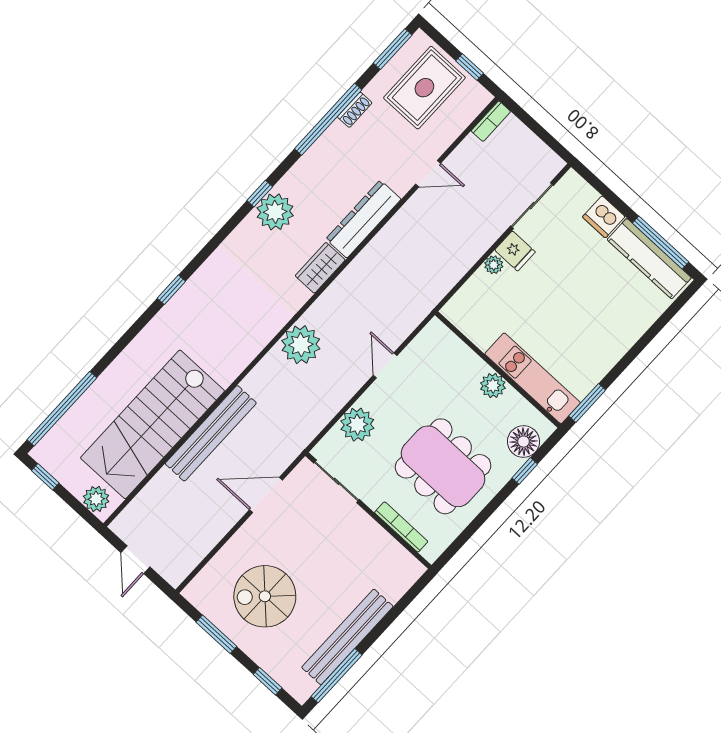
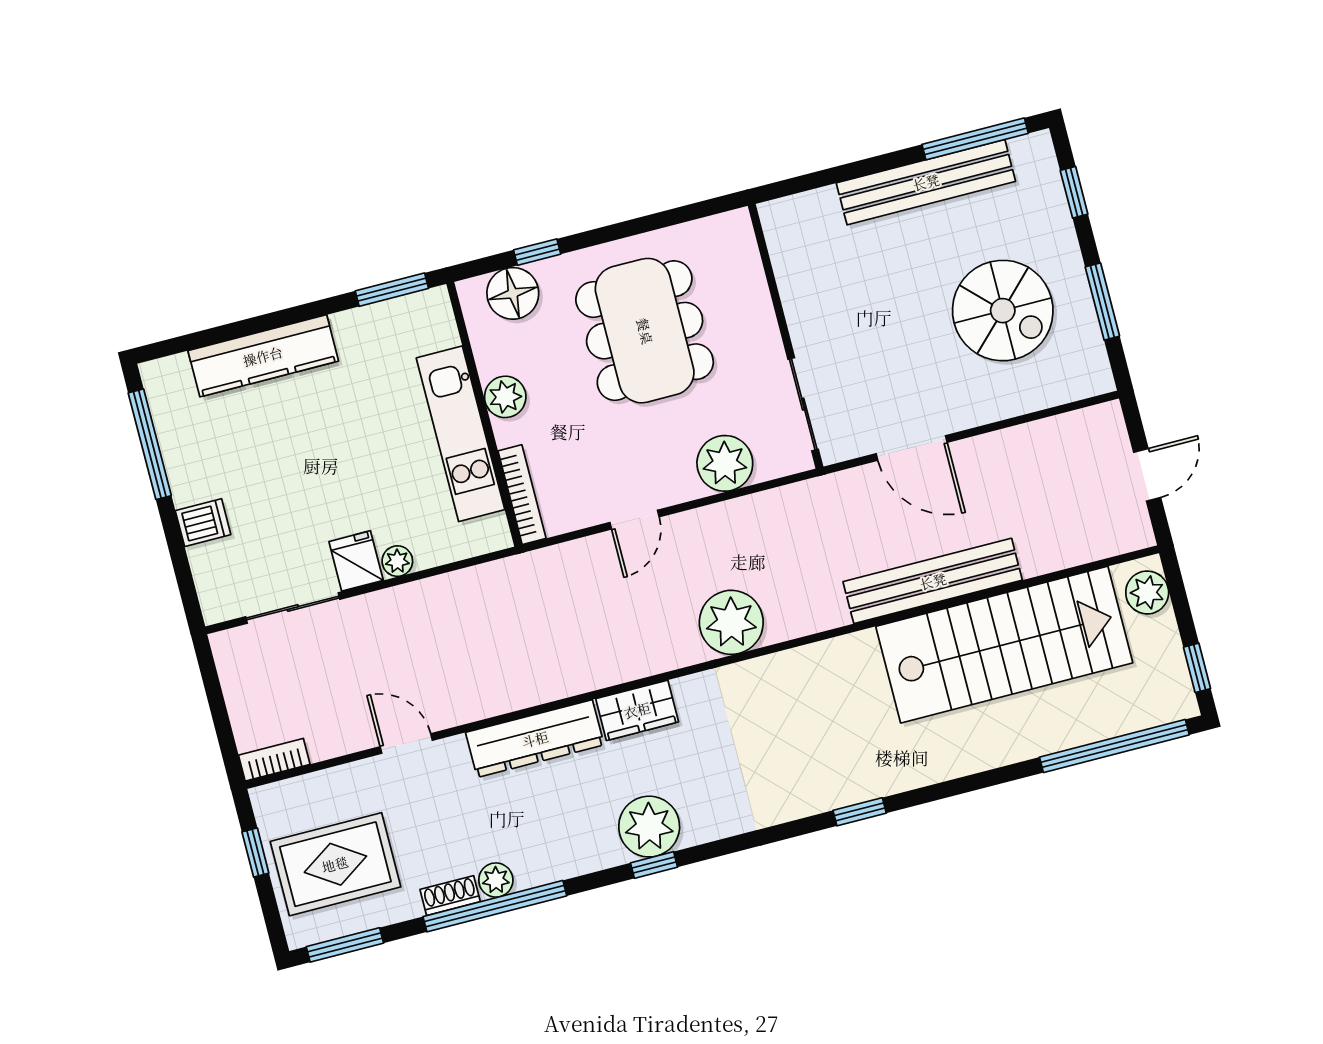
plant: (336, 133) -> (496, 880), added
dishwasher: (604, 217) -> (203, 523), width x0.73
kitchen counter: (649, 259) -> (263, 356), moved, turned 90
kitchen unit: (533, 378) -> (461, 434), moved
bookcase: (401, 527) -> (522, 495), moved, turned 180

